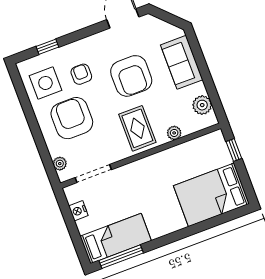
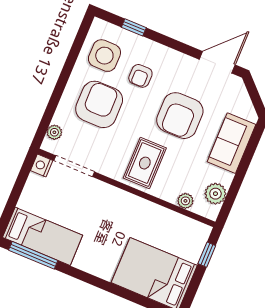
armchair: (81, 74) -> (140, 76), turned 180
plant: (174, 133) -> (185, 201), moved
nightstand: (78, 211) -> (42, 165), moved

